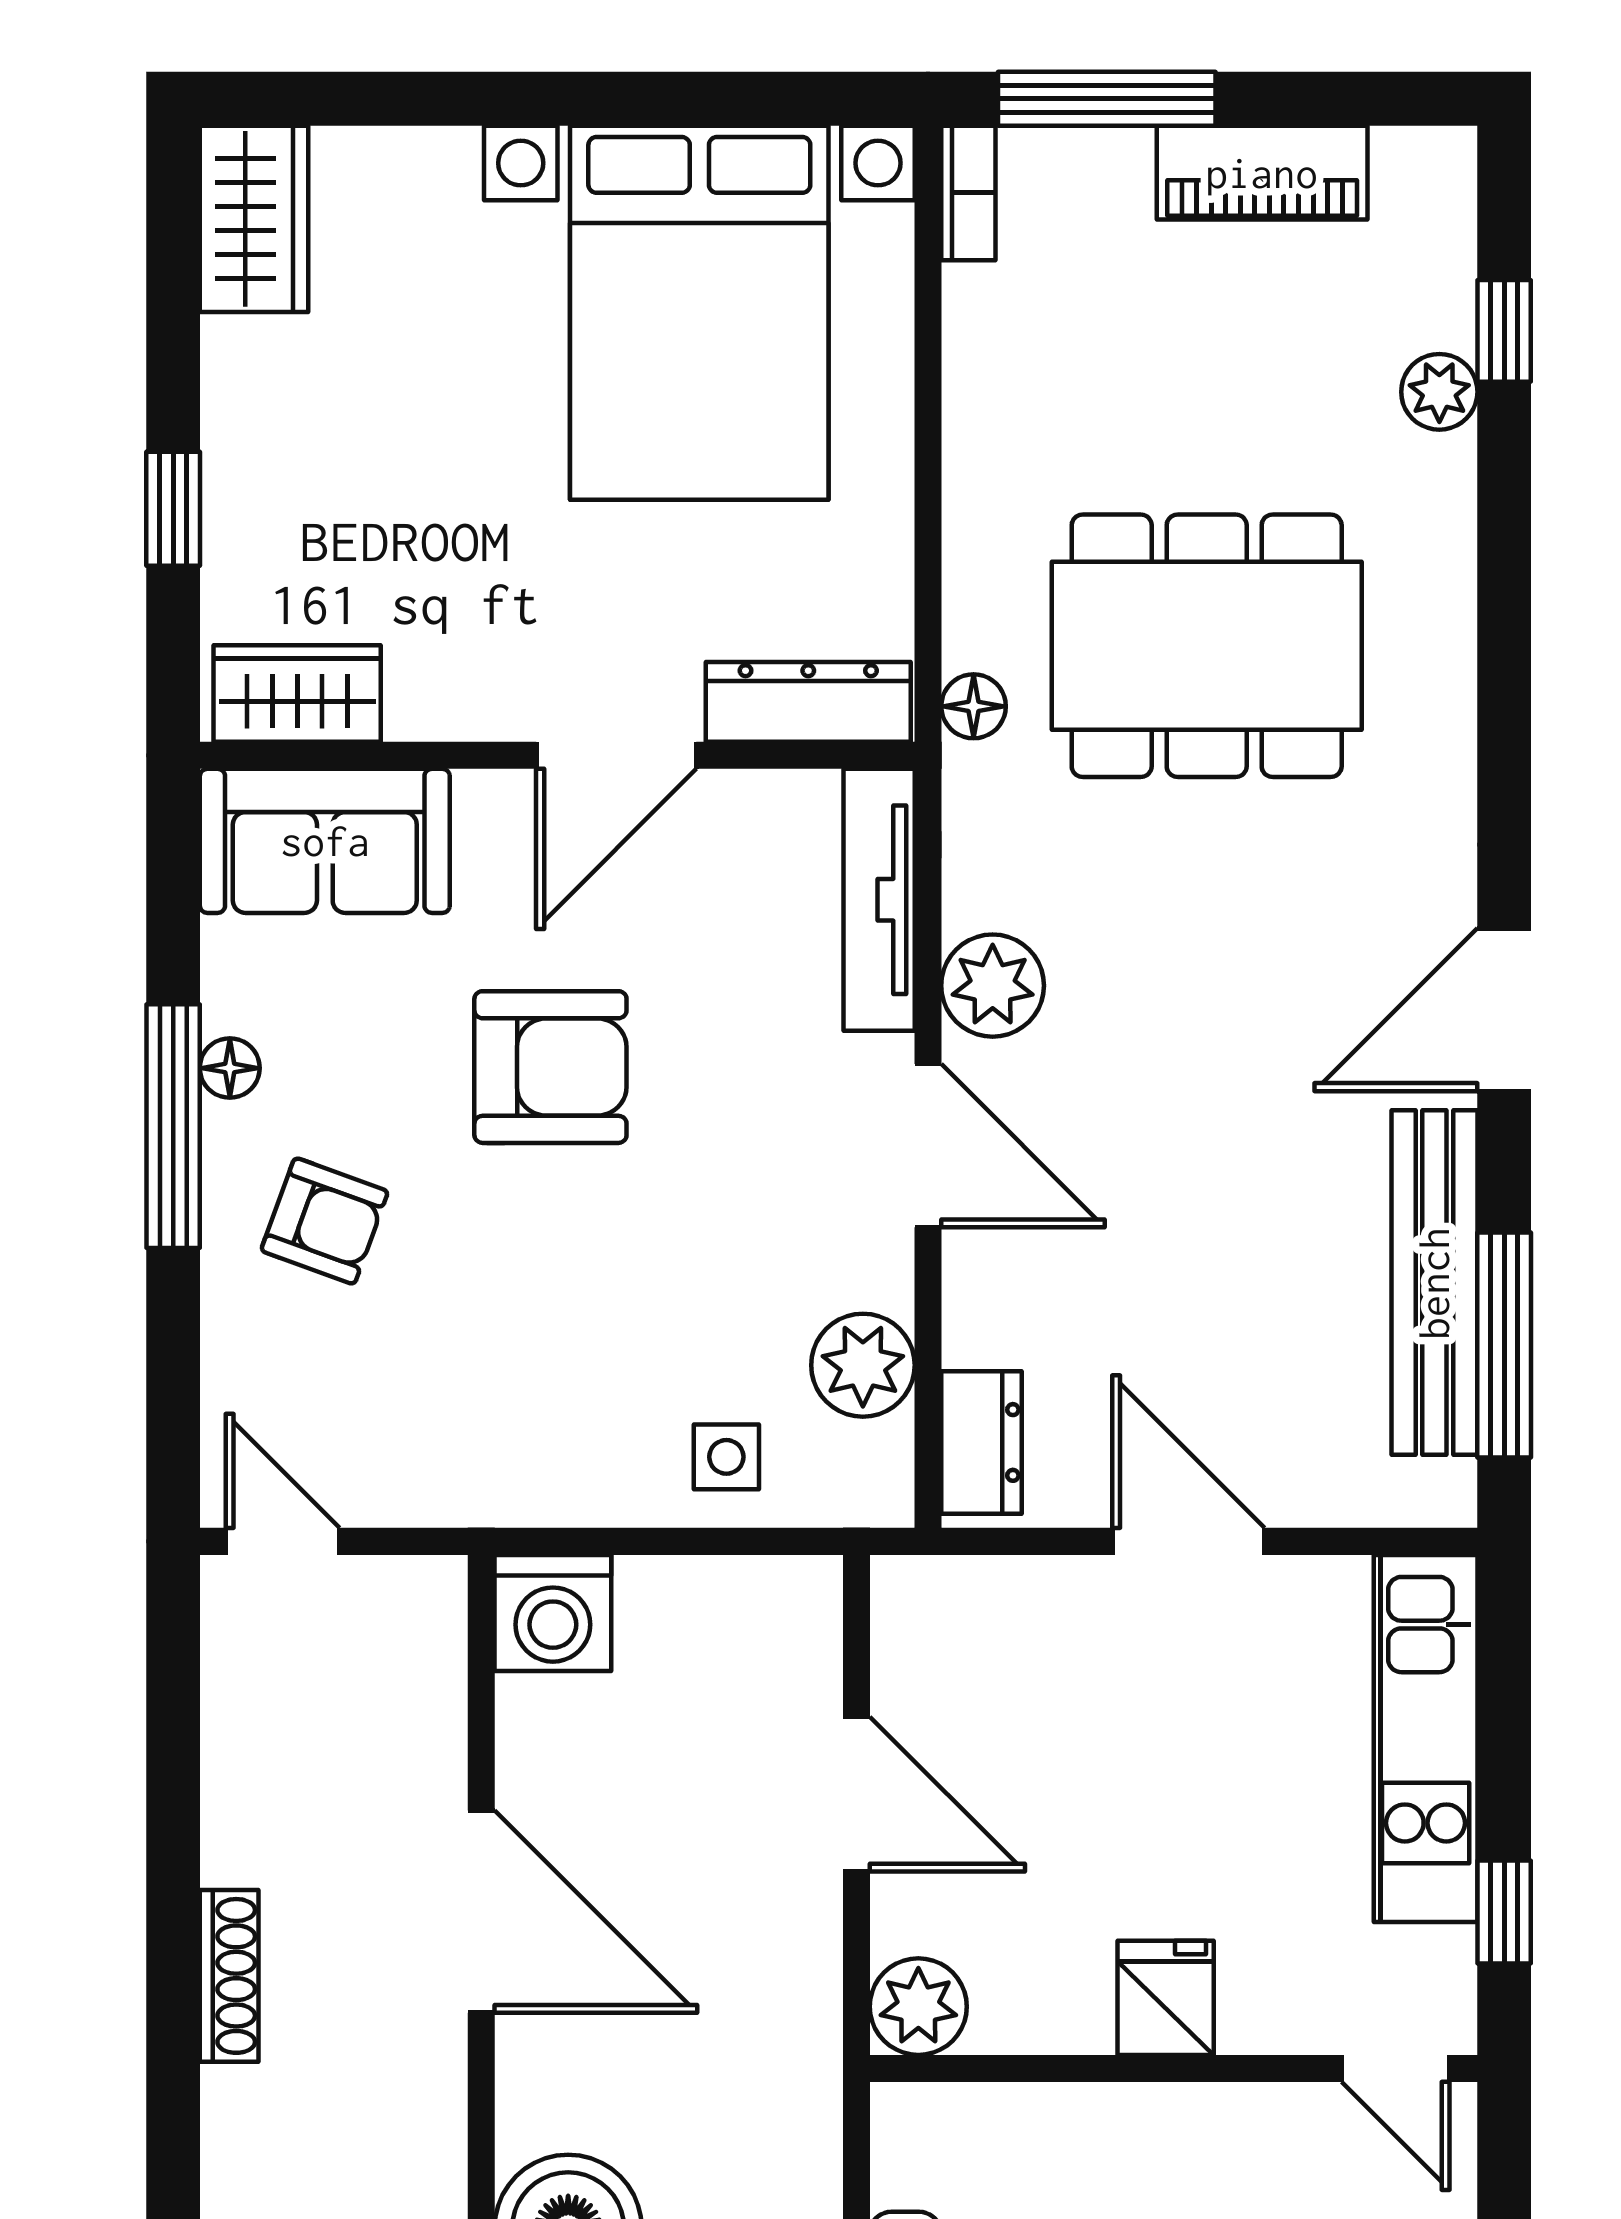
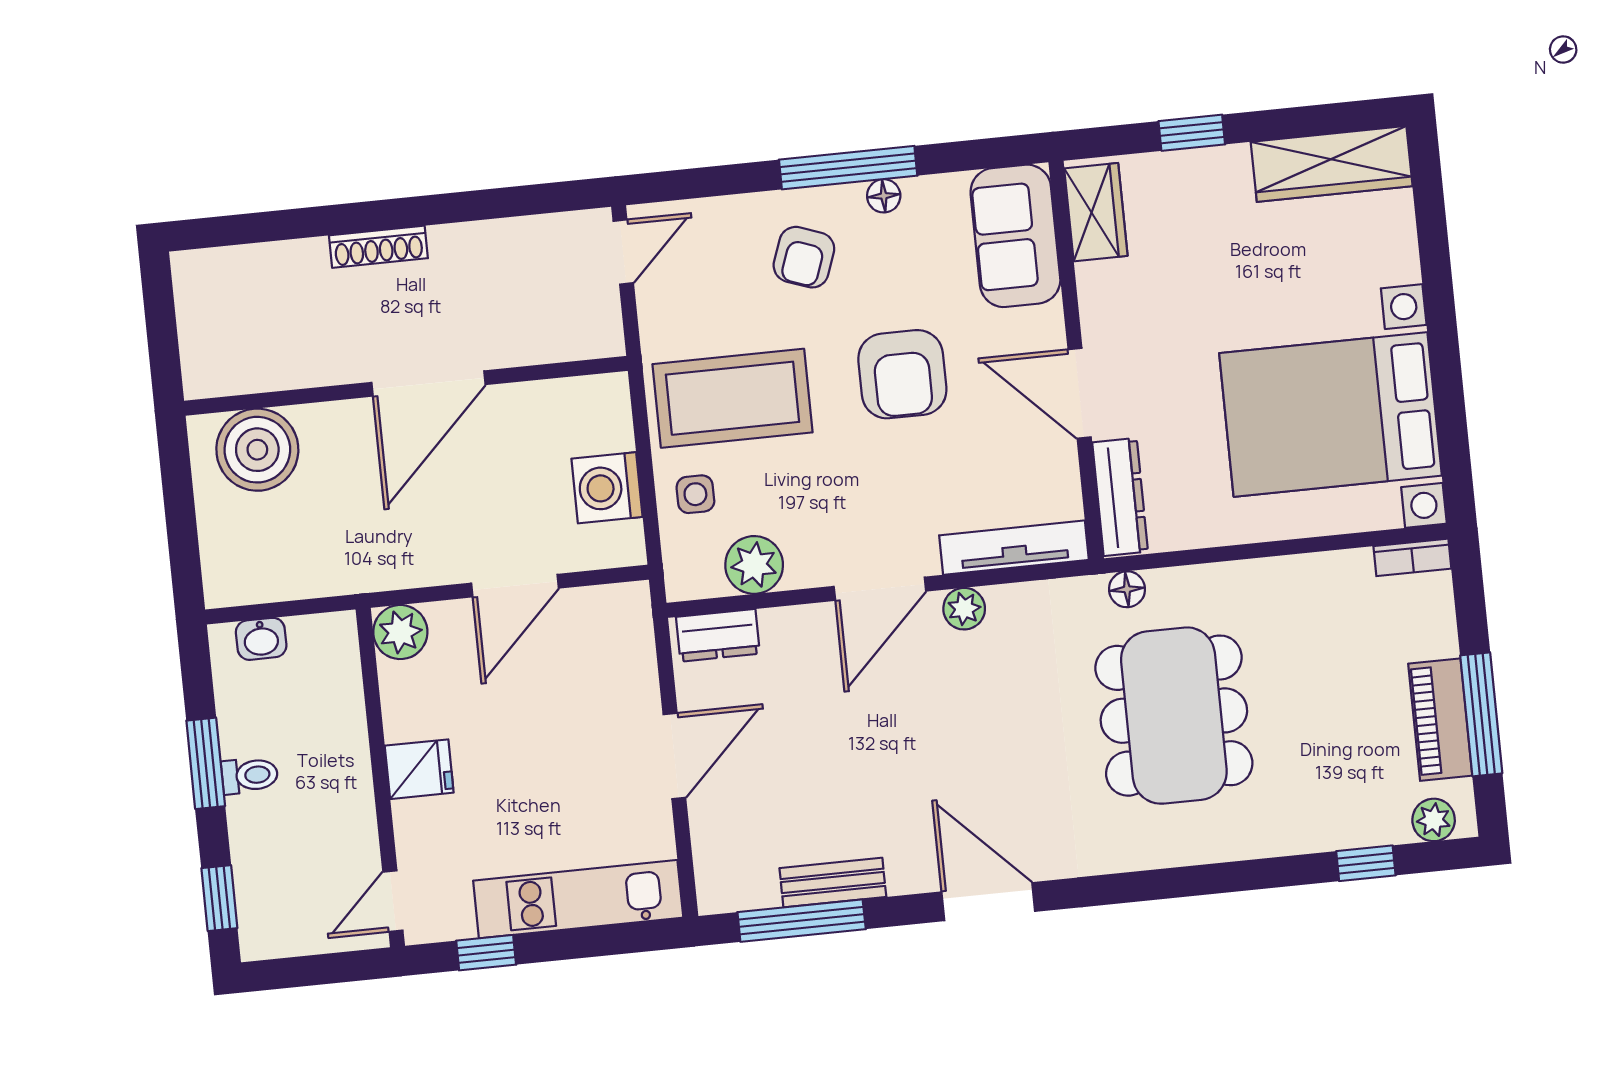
window: (1107, 99) -> (1481, 714), moved
wardrobe: (254, 219) -> (1332, 164), width x1.50
plant: (1439, 392) -> (1434, 820), moved
plant: (993, 986) -> (964, 609), width x0.73, depth x0.73
bench: (1434, 1283) -> (833, 883), width x0.54, depth x0.82
coffee table: (562, 1374) -> (732, 398), added
washing machine: (553, 1613) -> (607, 488), moved

